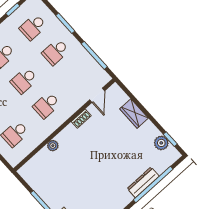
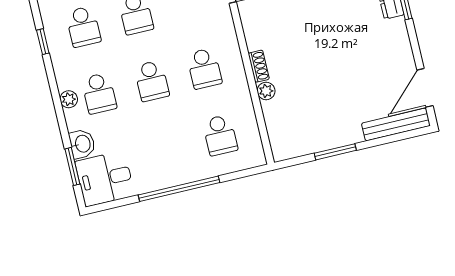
shoe rack: (81, 119) -> (259, 66), moved

